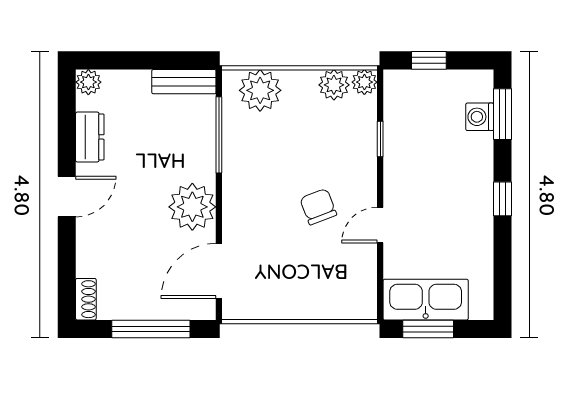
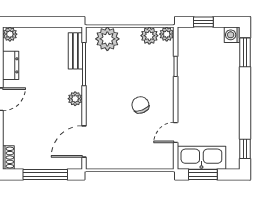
bench: (184, 82) -> (75, 51), moved, turned 90
washing machine: (480, 117) -> (232, 35), moved
window: (502, 199) -> (245, 149), moved
plant: (192, 207) -> (75, 99), width x0.53, depth x0.53
door: (380, 225) -> (176, 133), moved

